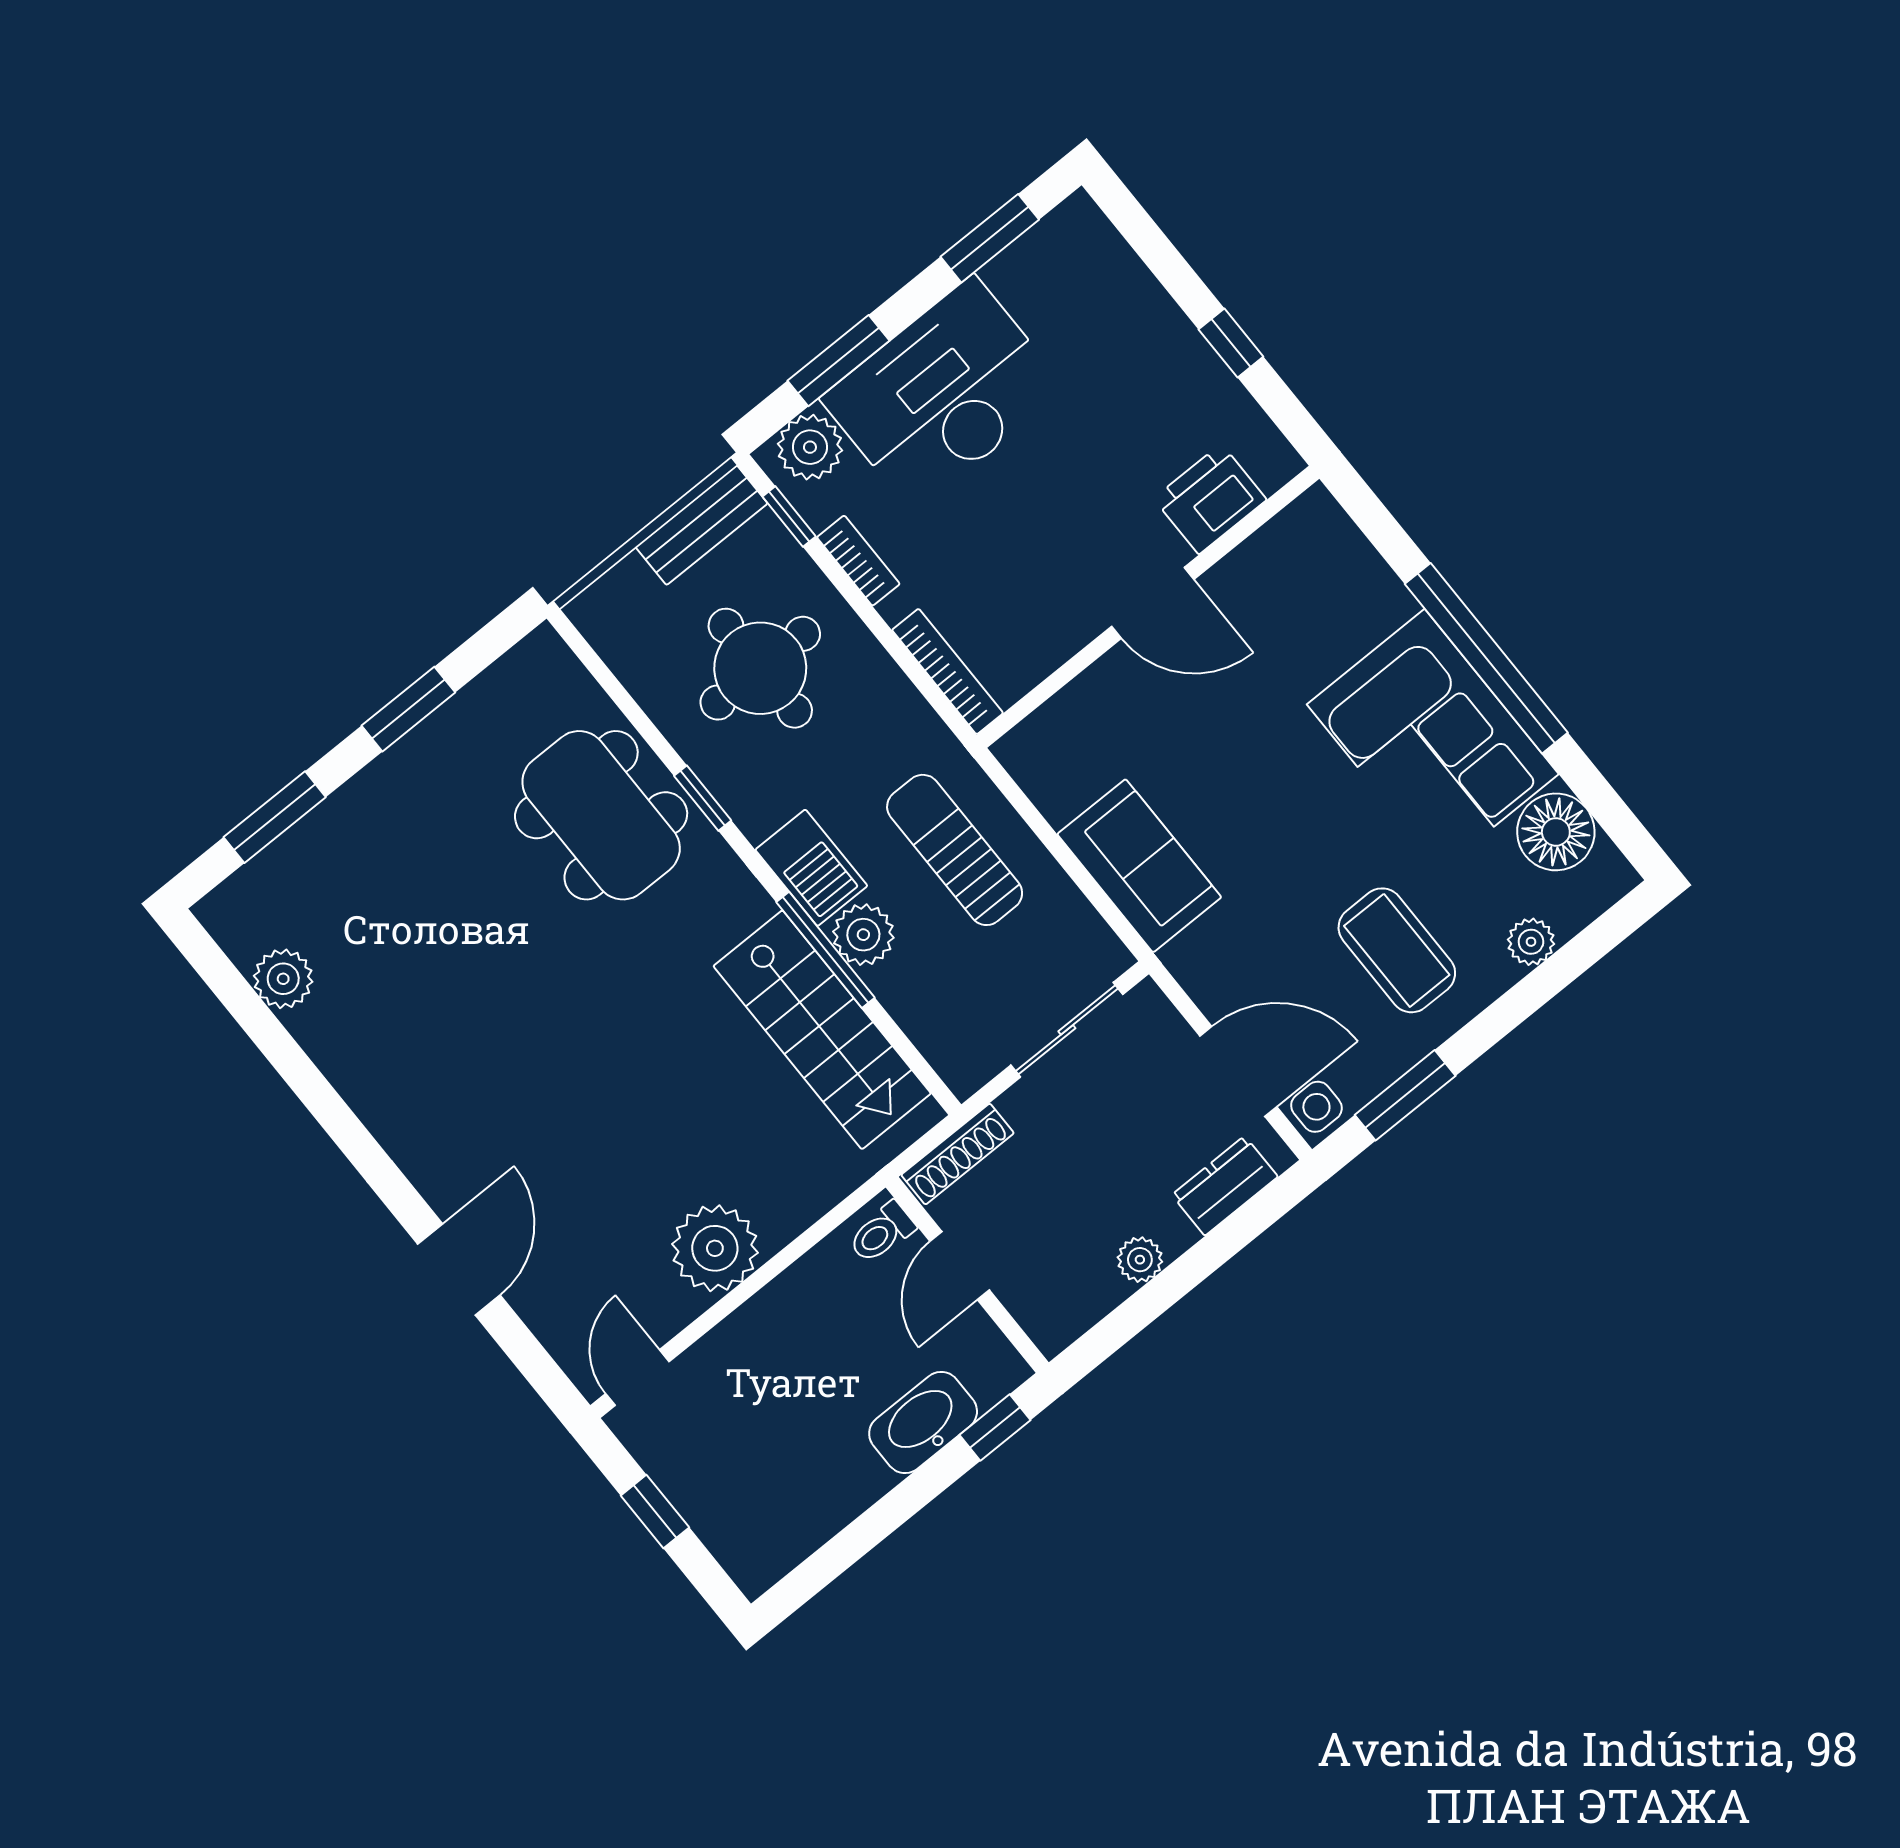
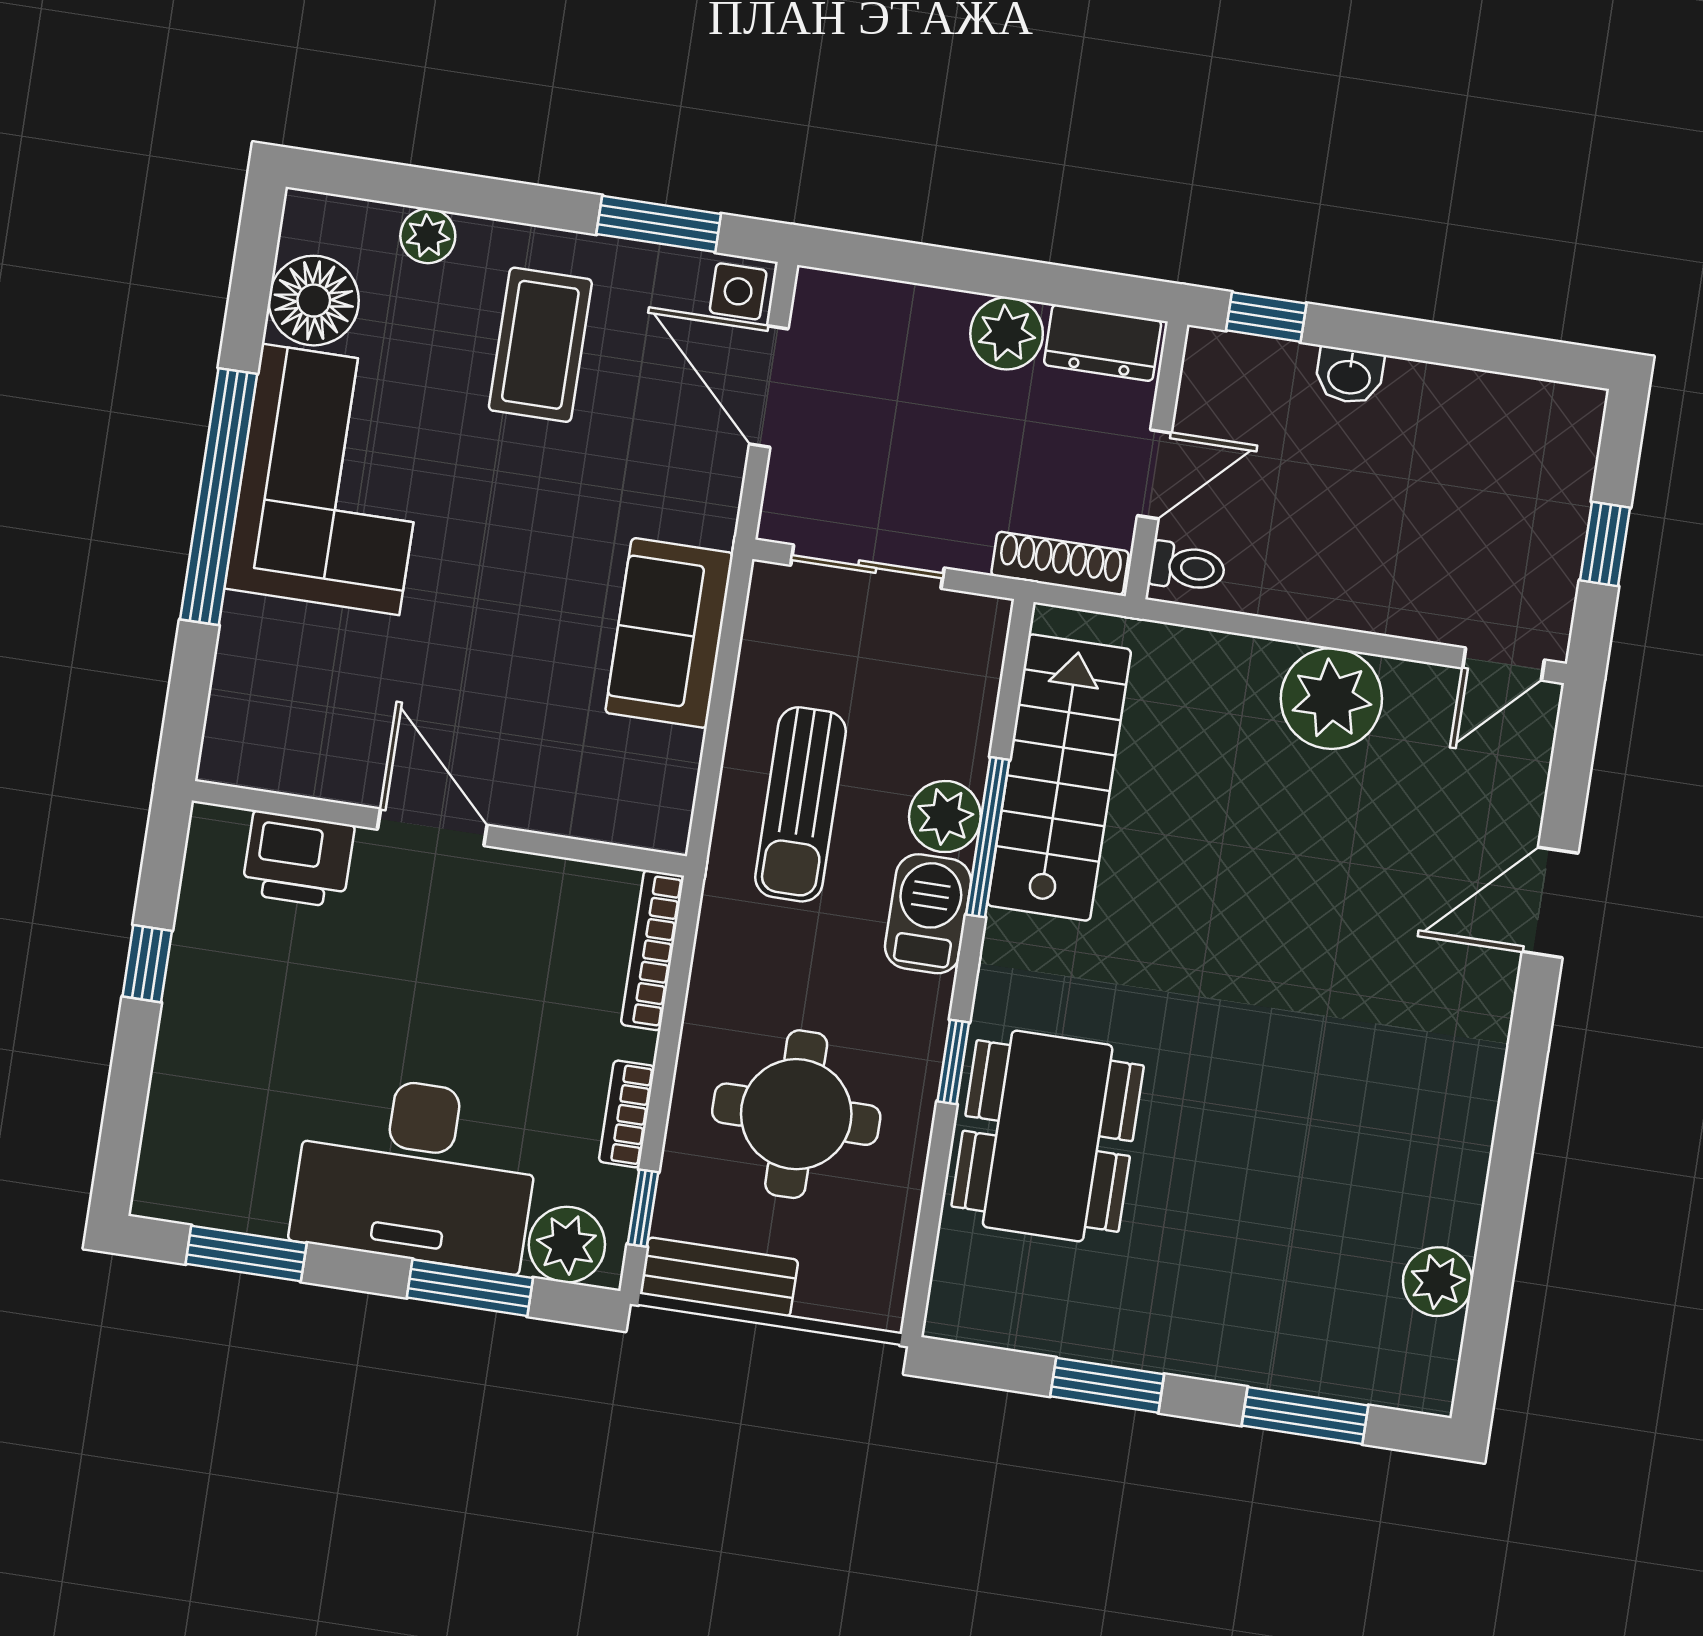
dresser: (1225, 1186) -> (1103, 343), moved
plant: (1140, 1260) -> (1007, 333), width x1.38, depth x1.38
washbasin: (923, 1422) -> (1349, 376), width x0.52, depth x0.69

